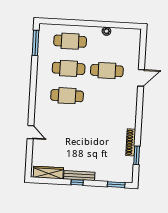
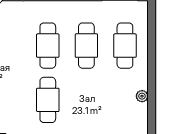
cafe table: (107, 71) -> (48, 100), moved

